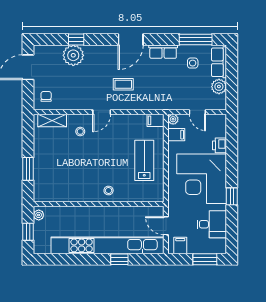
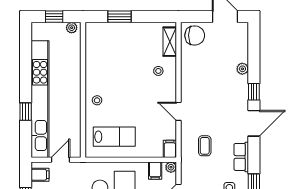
window: (76, 39) -> (254, 92), moved
door: (131, 39) -> (254, 123), swing flipped
plant: (73, 55) -> (242, 69), width x0.53, depth x0.53
coffee table: (123, 84) -> (205, 146), moved
chair: (46, 96) -> (195, 35), width x1.87, depth x1.87
door: (102, 112) -> (178, 111), moved
lab bench: (144, 160) -> (114, 137), moved

